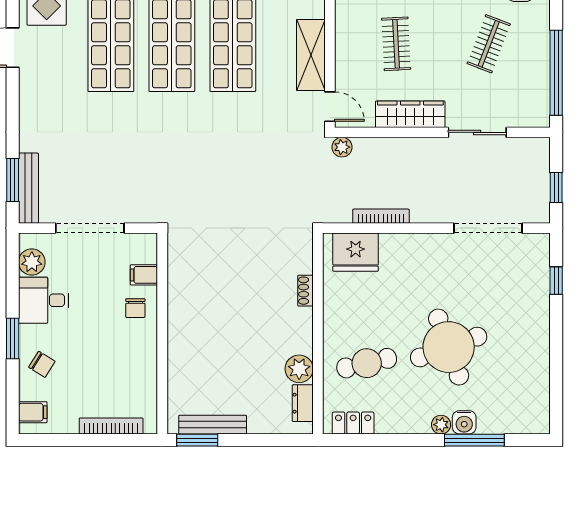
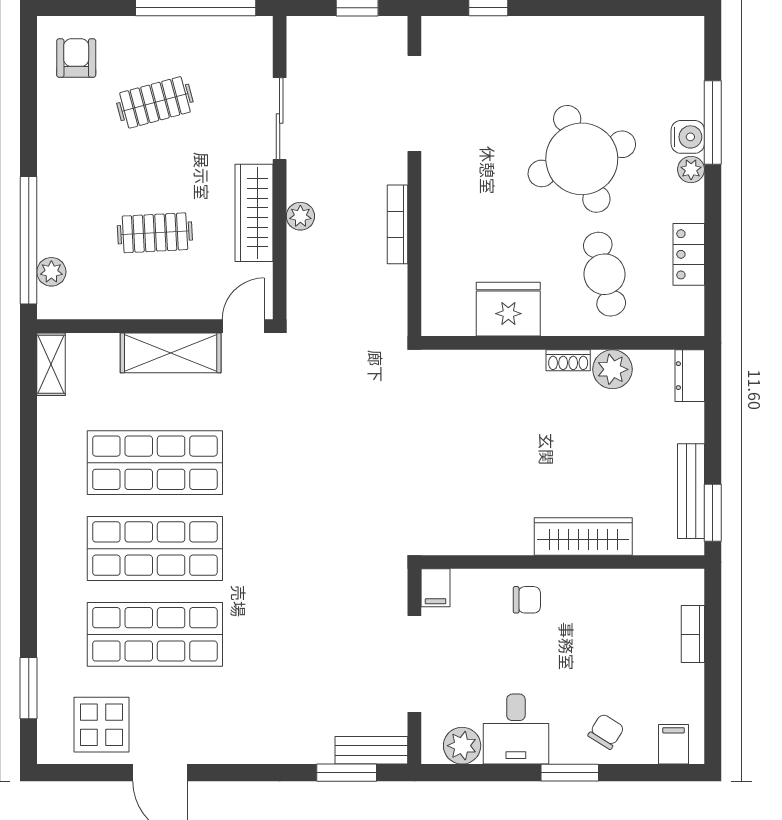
clothes rail: (489, 44) -> (155, 102), turned -36
plant: (342, 147) -> (300, 216), moved
bench: (28, 188) -> (371, 750), width x0.73
bookcase: (381, 216) -> (398, 224), moved
fridge: (356, 252) -> (508, 309), moved, turned -90
filing cabinet: (144, 275) -> (436, 588), moved
shoe rack: (306, 291) -> (568, 360), moved
wardrobe: (180, 348) -> (583, 536), added
dresser: (303, 403) -> (690, 376), moved, turned 90
locker: (353, 423) -> (689, 254), moved
bookcase: (111, 426) -> (693, 634), width x0.64

